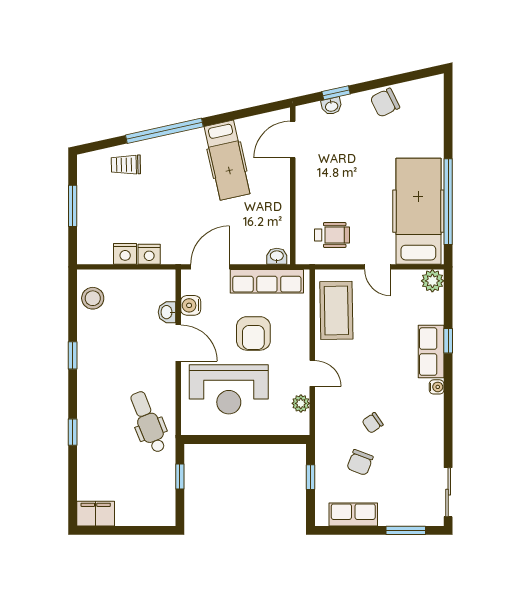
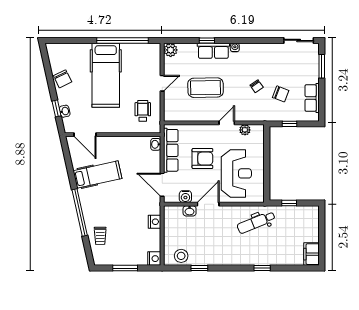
hospital bed: (418, 211) -> (106, 75), moved, turned -90
nightstand: (125, 254) -> (154, 259), moved
coffee table: (336, 310) -> (206, 88), moved
window: (73, 355) -> (199, 268), moved

